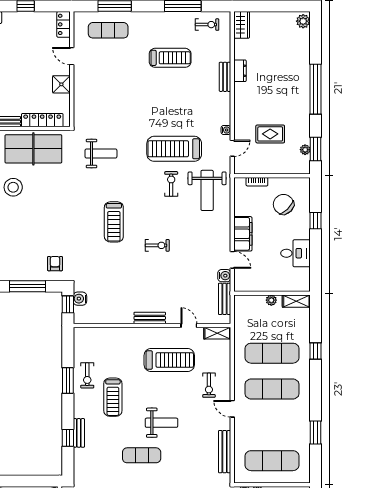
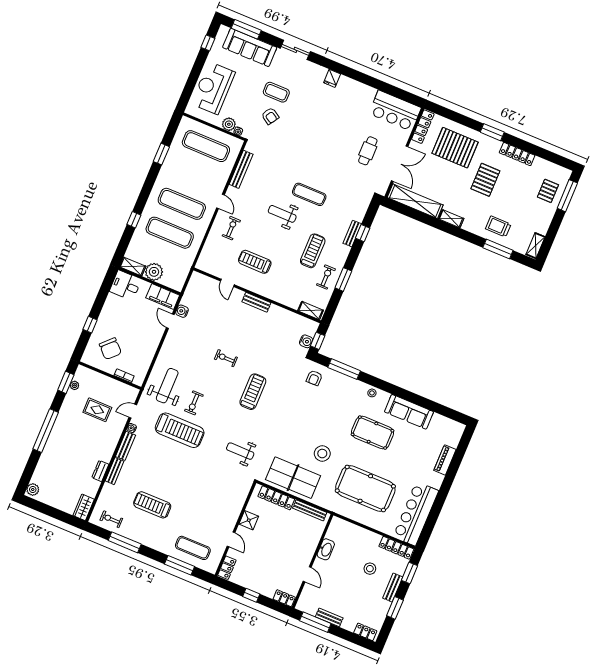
filing cabinet: (243, 234) -> (163, 297), moved, turned -90
desk: (296, 253) -> (125, 285), moved
bench: (225, 299) -> (125, 446), moved
plant: (271, 300) -> (154, 272), width x1.87, depth x1.87
shelving: (217, 333) -> (311, 310), moved
treadmill: (169, 360) -> (255, 262), width x0.73, depth x0.73

